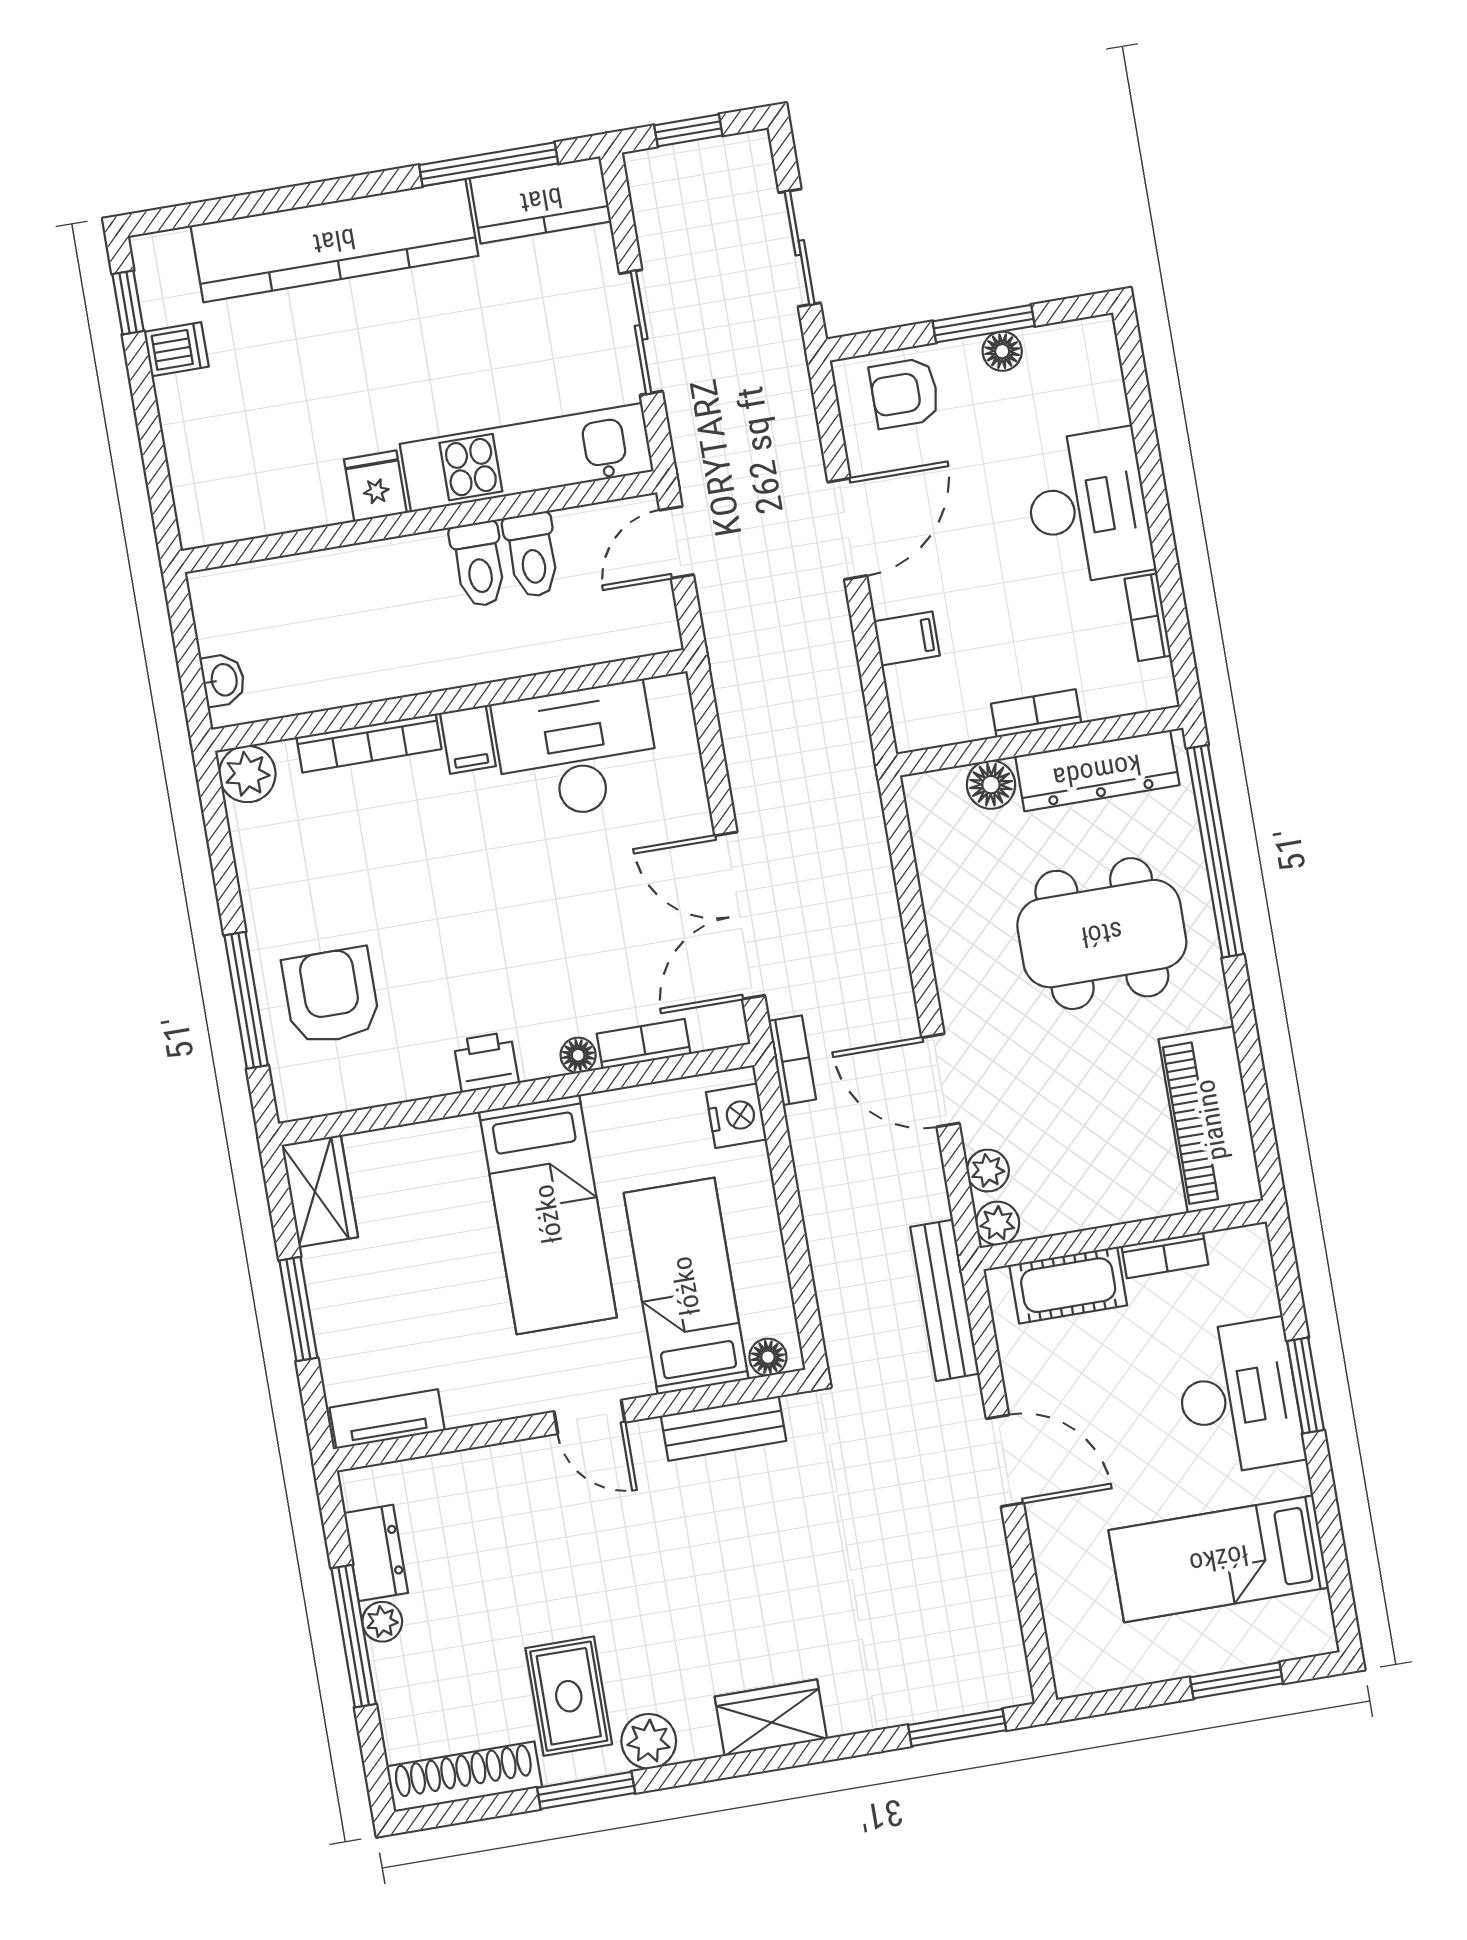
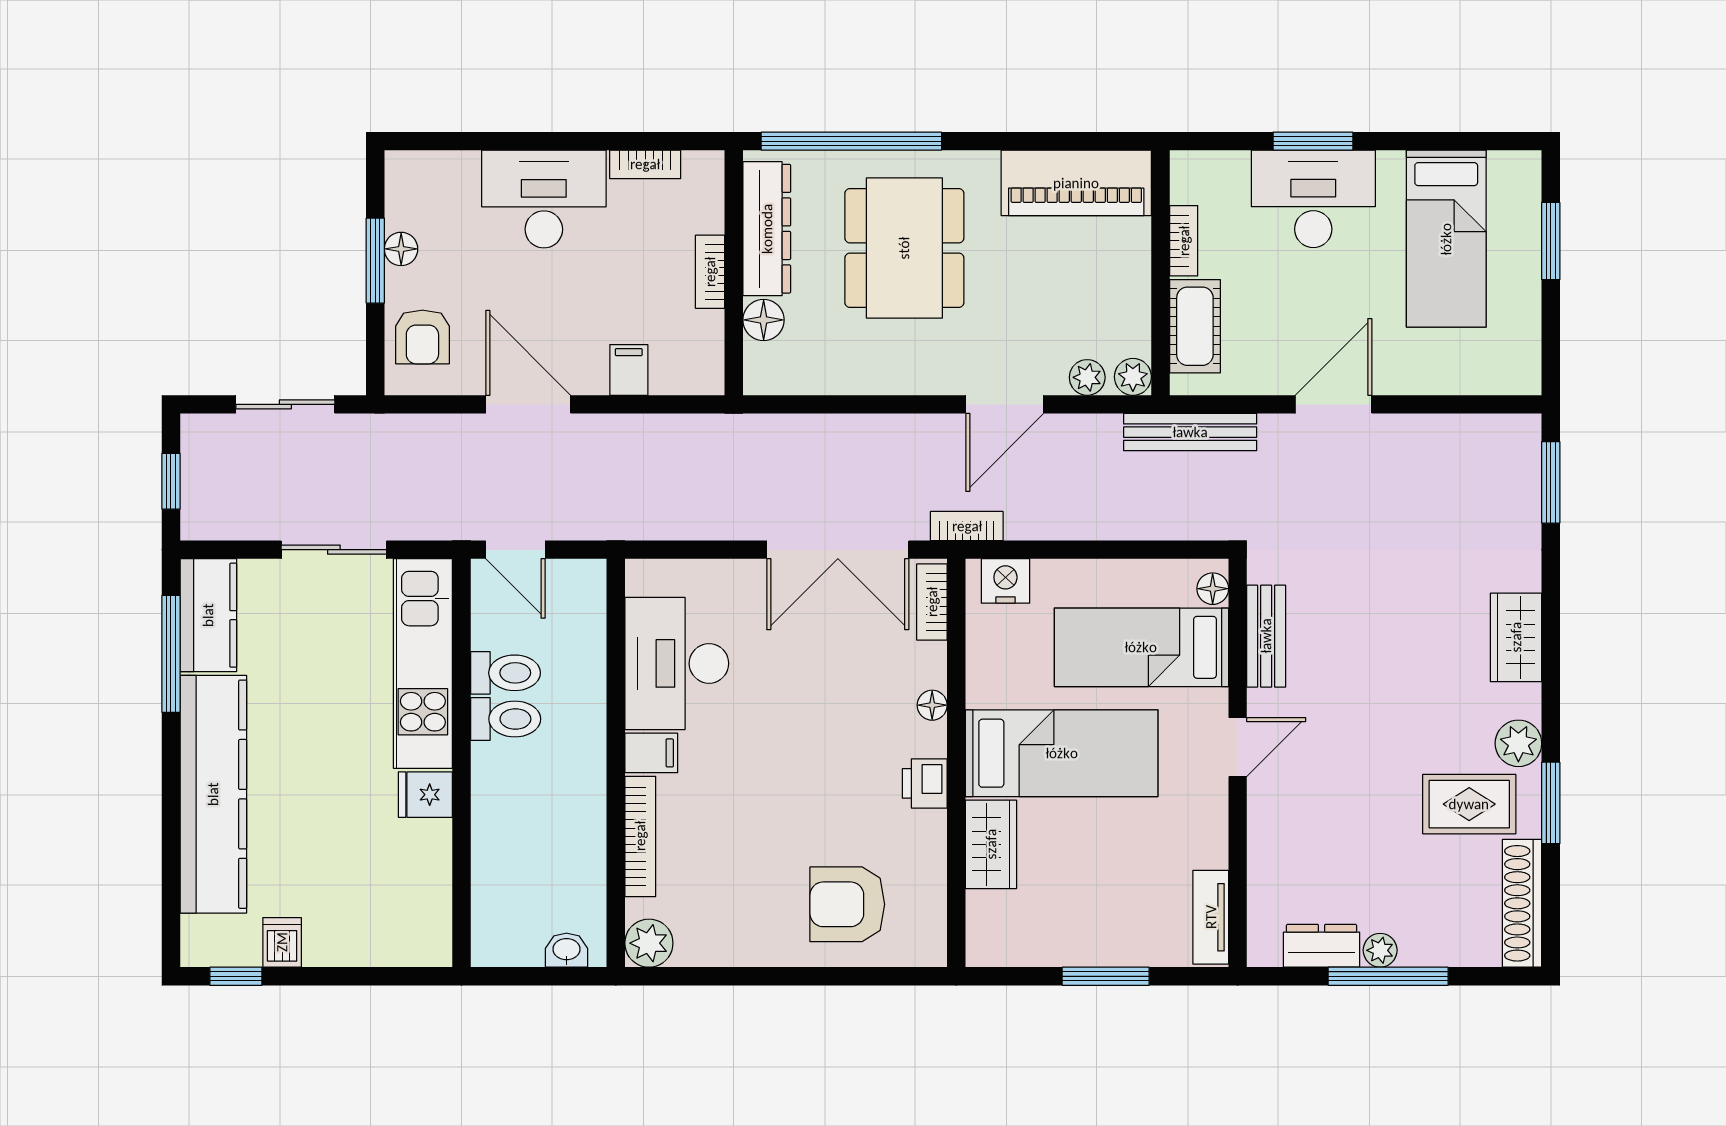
window: (246, 1000) -> (839, 976), removed
bookcase: (644, 1044) -> (932, 602), moved
wardrobe: (320, 1191) -> (991, 844), moved, turned 90

